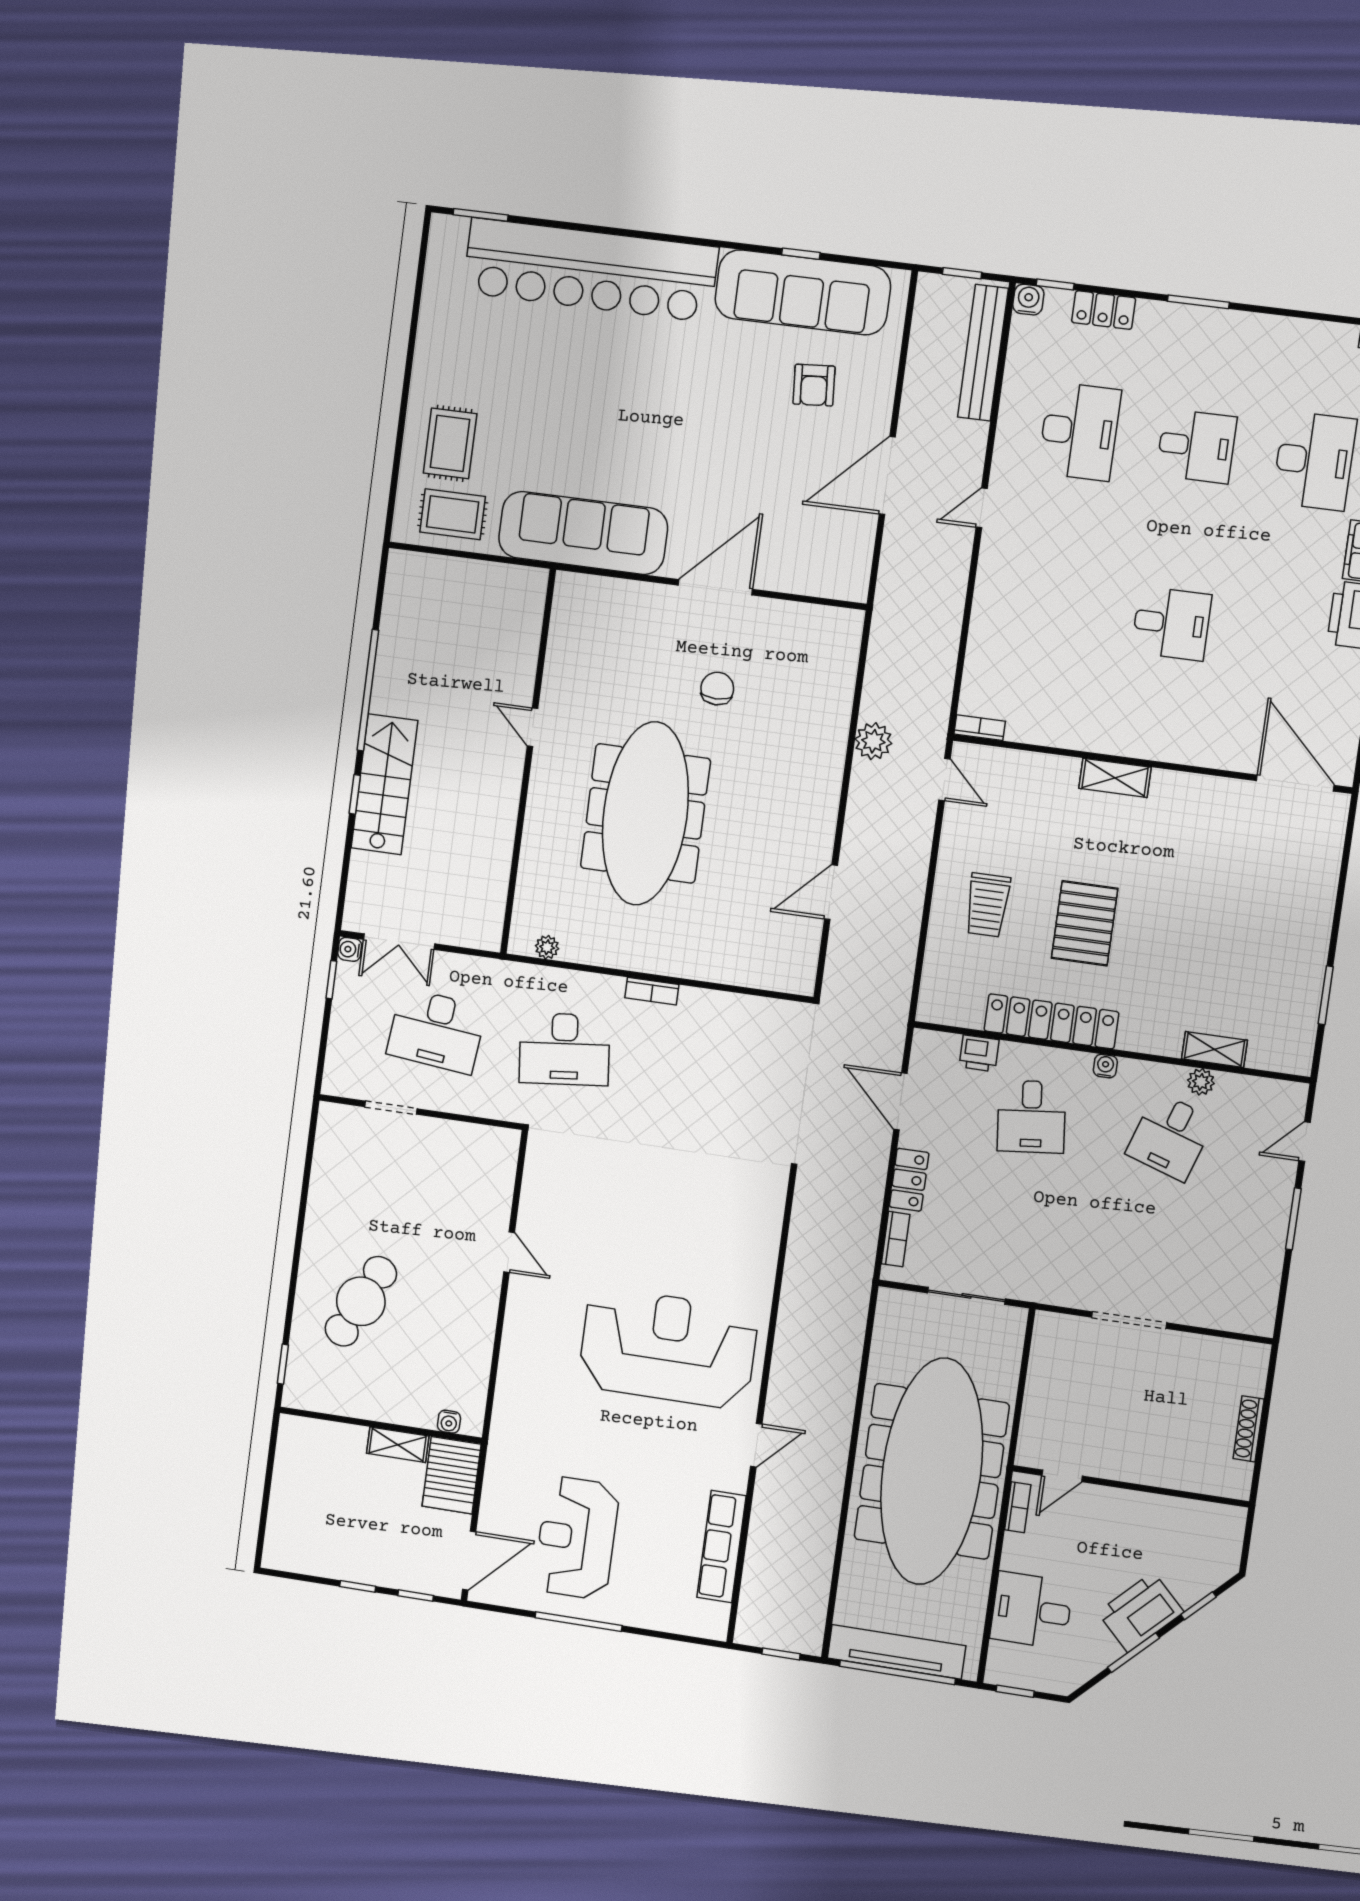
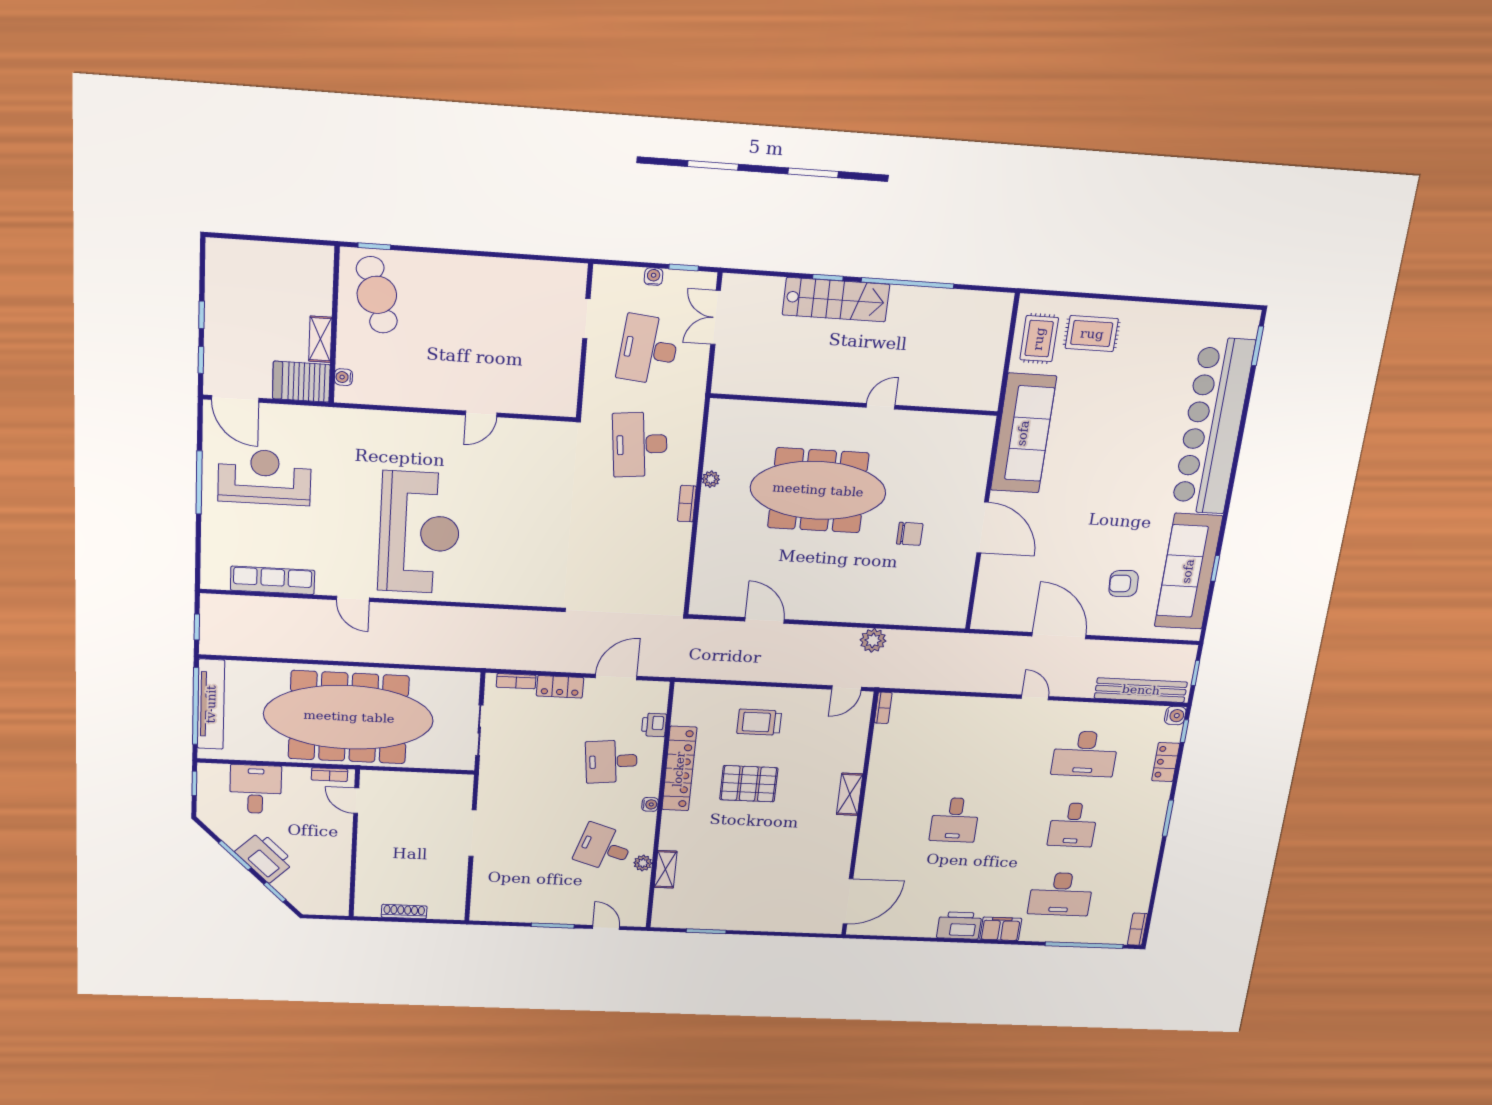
plant: (547, 947) -> (711, 479), moved
water cooler: (350, 949) -> (653, 277), moved
cafe table: (361, 1301) -> (377, 295), moved, turned 48

